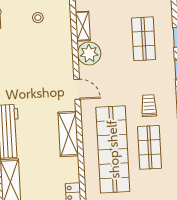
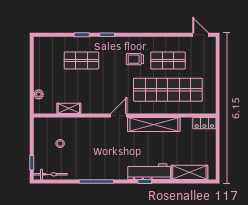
plant: (89, 53) -> (91, 104), removed
shelving: (68, 134) -> (154, 124), width x1.47

